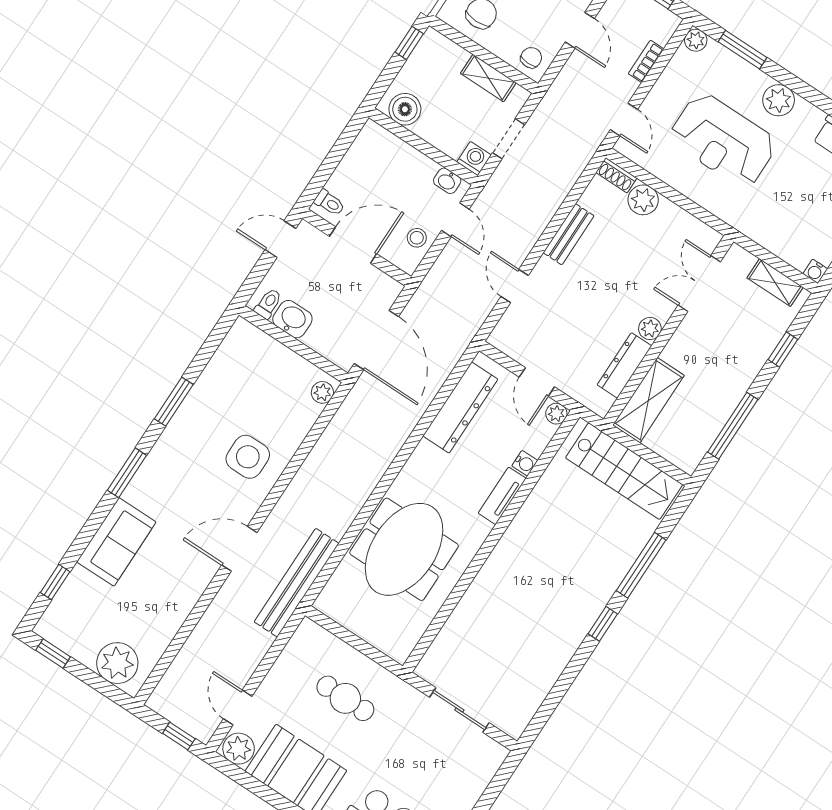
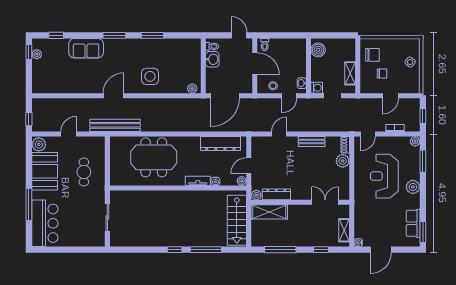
window: (409, 43) -> (344, 35), removed
chair: (531, 58) -> (382, 73), moved
plant: (650, 329) -> (256, 195), moved
door: (239, 549) -> (114, 96), hinge flipped
plant: (117, 663) -> (37, 54), moved, width x0.53, depth x0.53
door: (238, 708) -> (69, 134), moved

